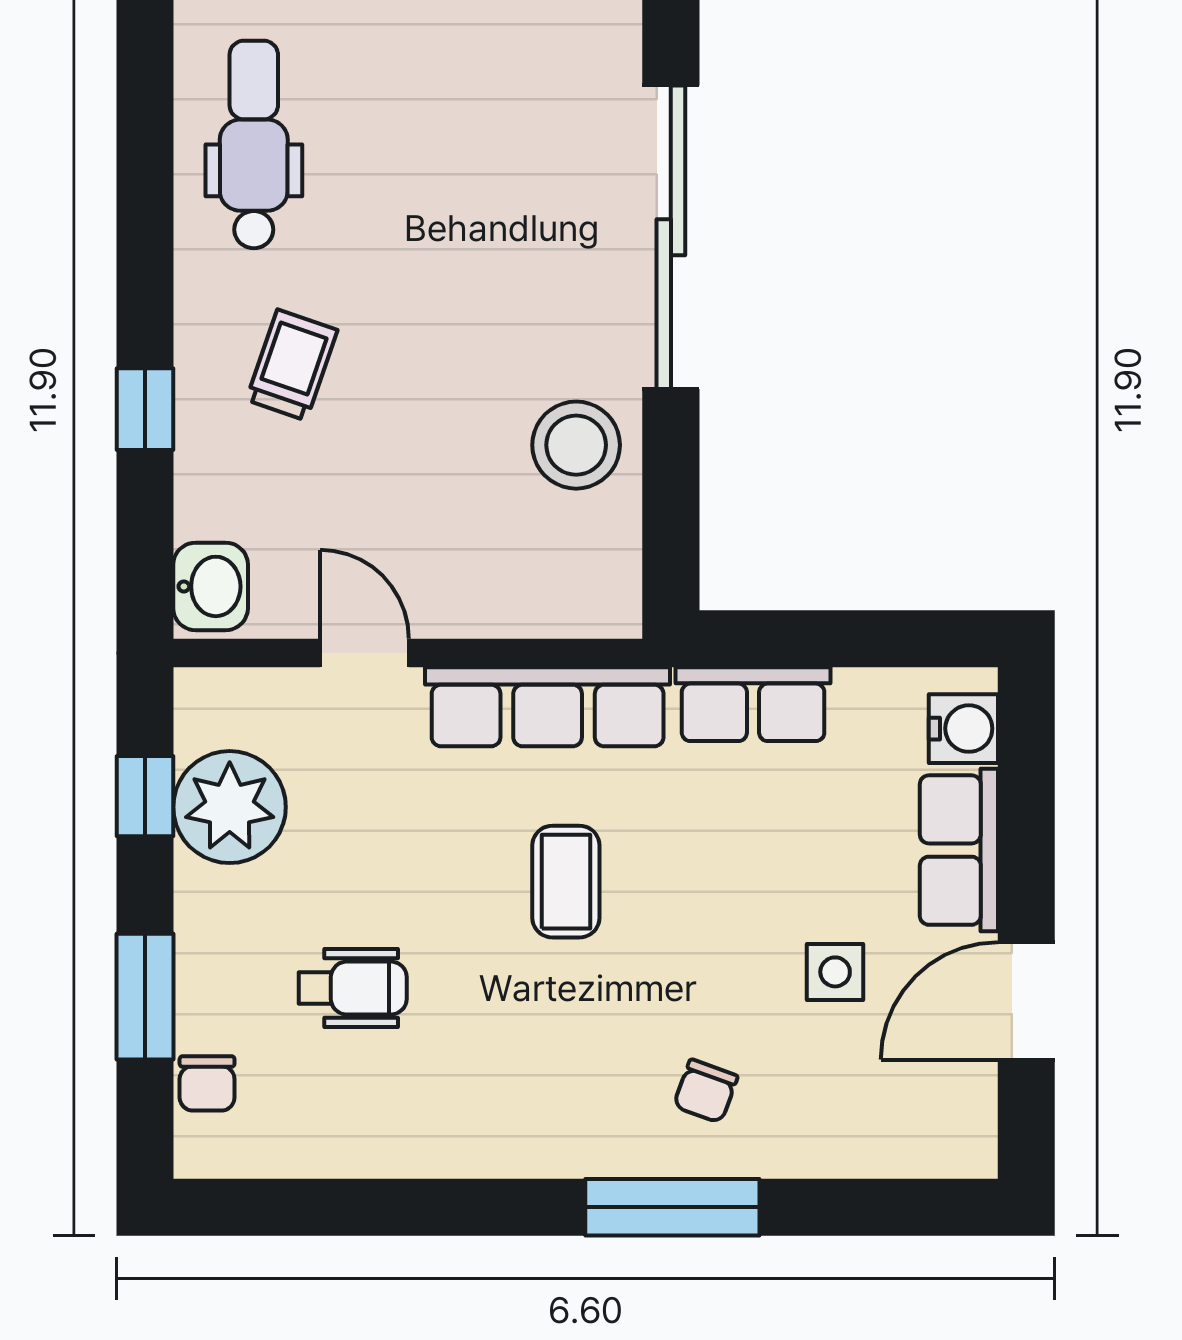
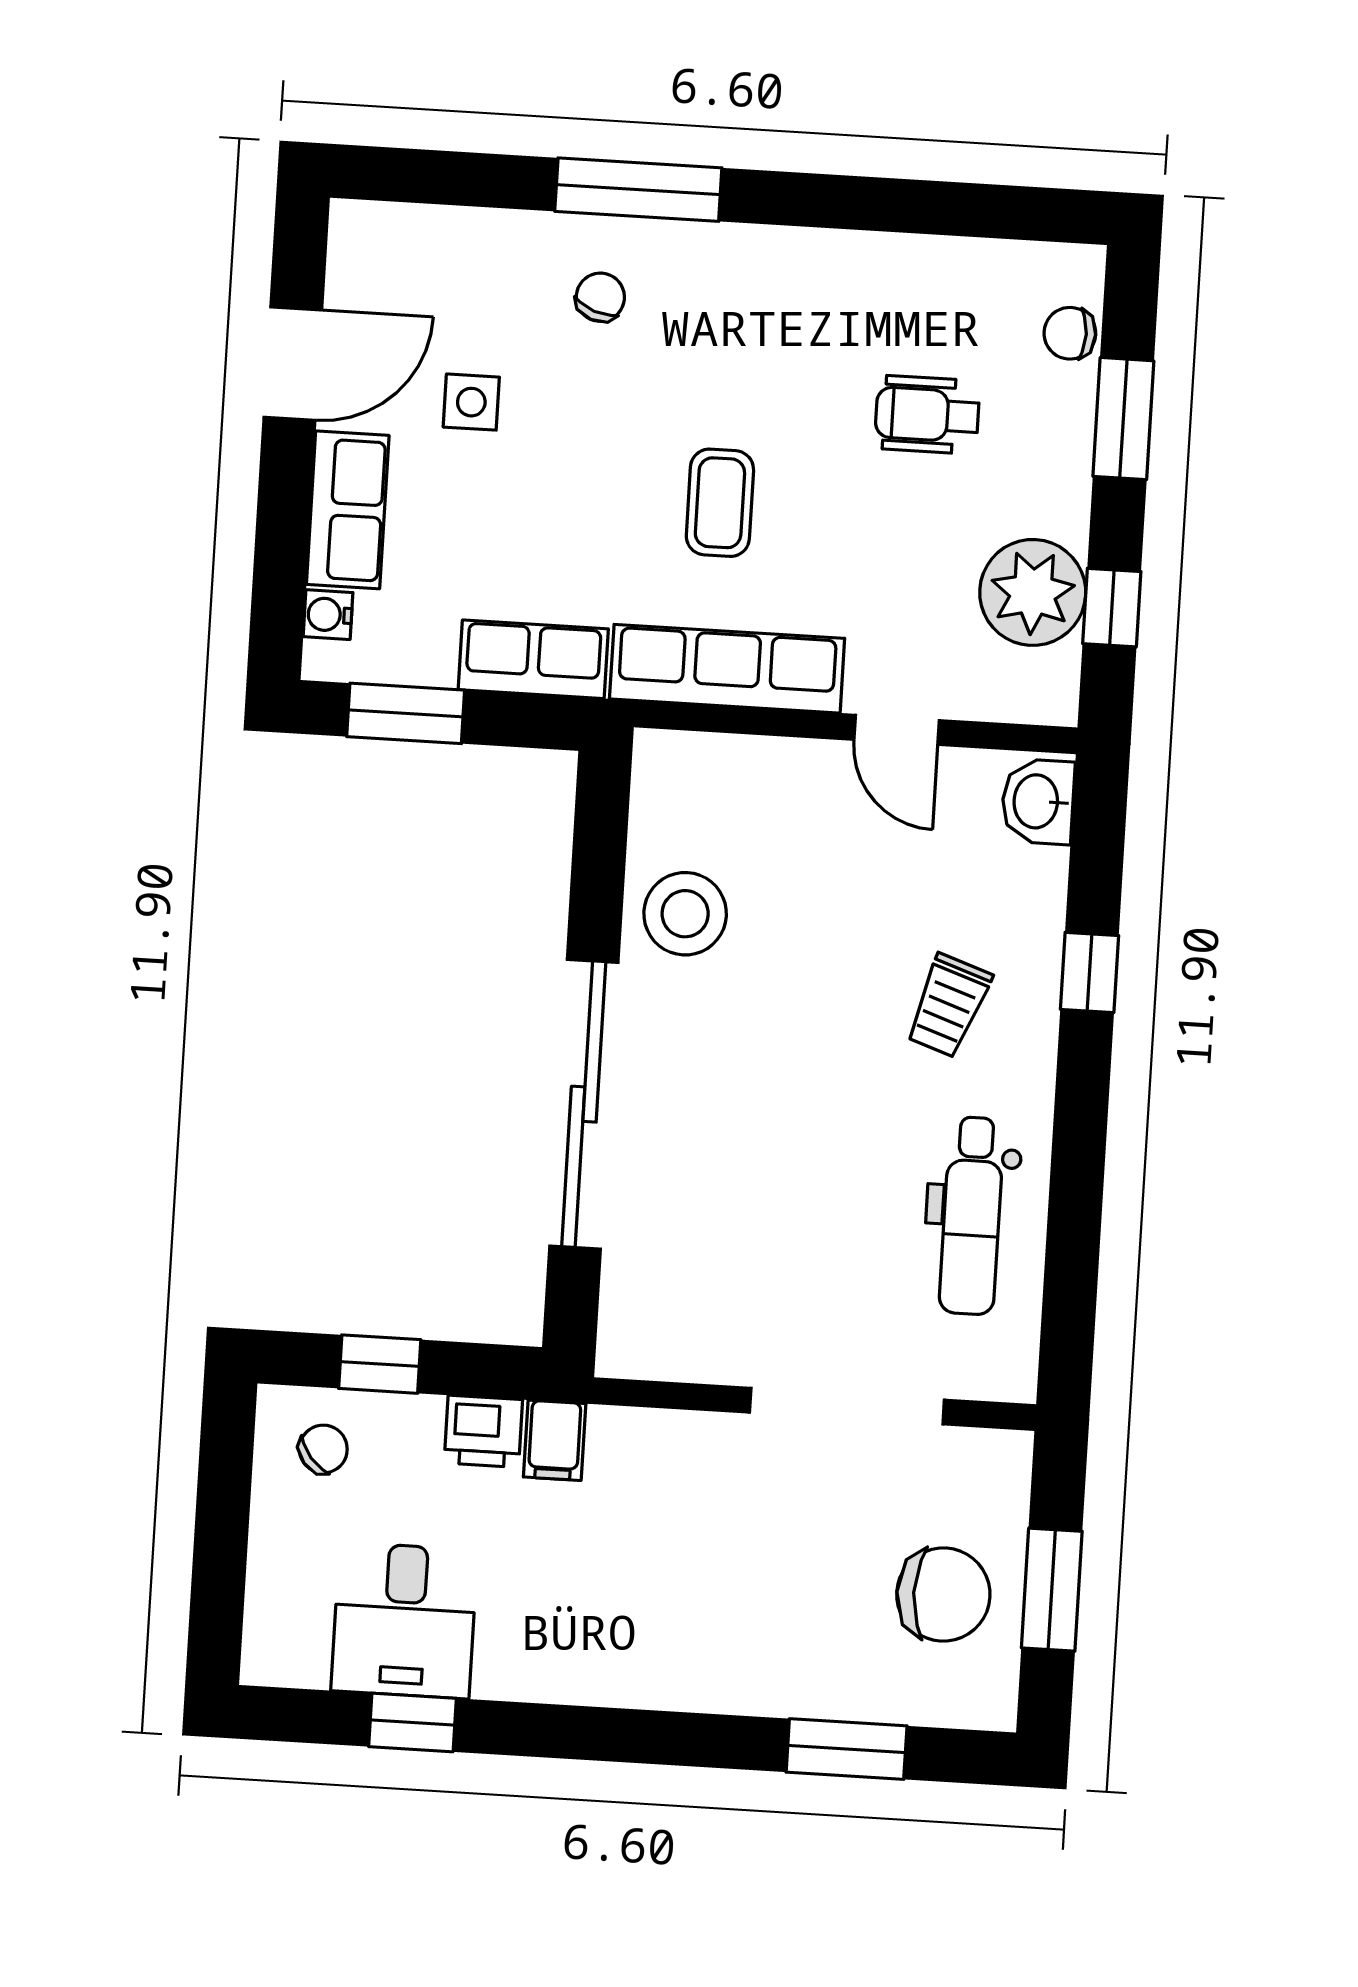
window: (884, 639) -> (406, 713), added
water cooler: (963, 729) -> (328, 615), width x0.72, depth x0.72
chair: (207, 1083) -> (1070, 333), turned -90

